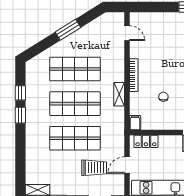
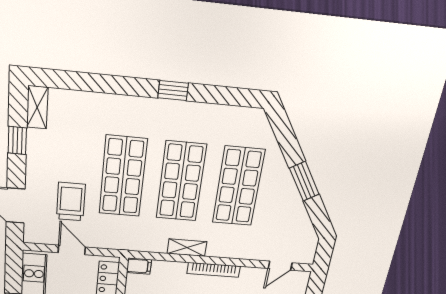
window: (20, 93) -> (212, 94), removed
trolley: (94, 168) -> (71, 202), turned 180

